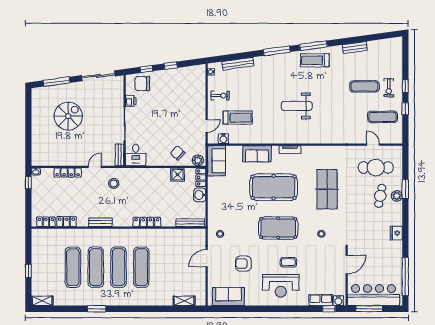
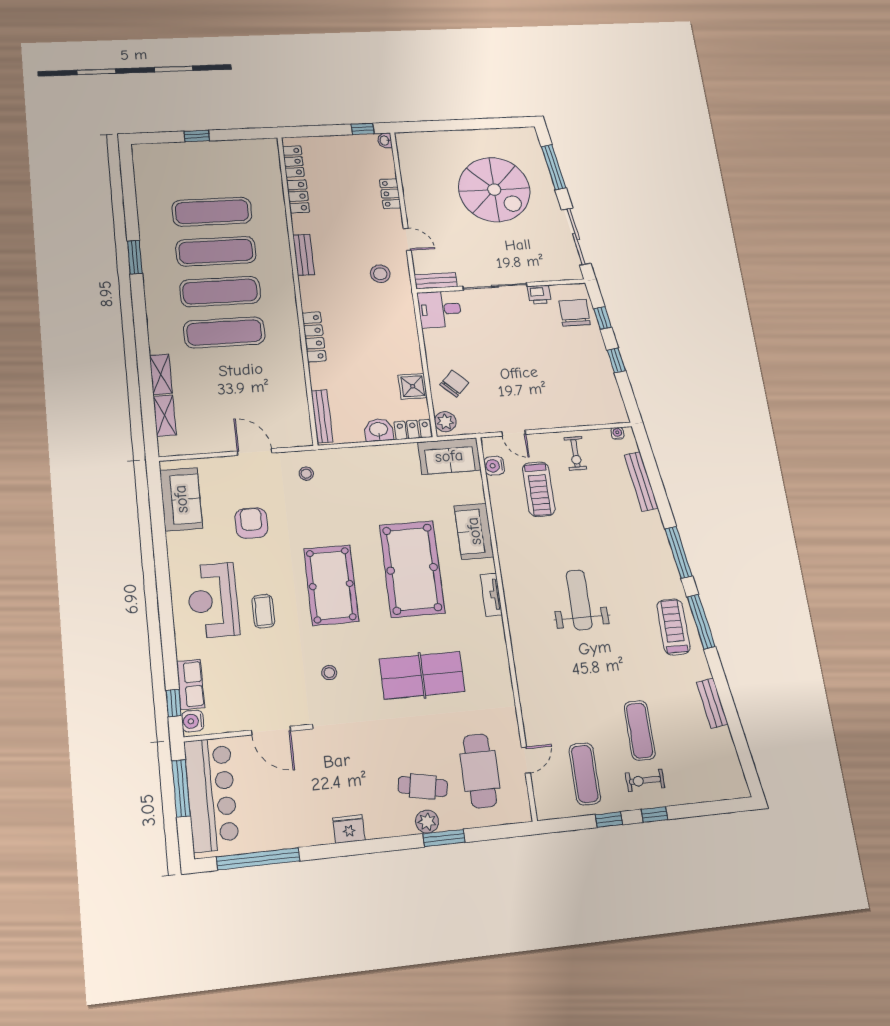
spiral stairs: (68, 116) -> (494, 190), width x1.37, depth x1.37
locker: (68, 173) -> (390, 194), width x0.66
shelving: (42, 301) -> (161, 374), moved

